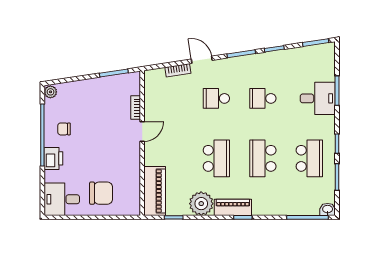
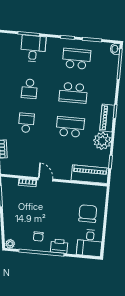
school desk: (216, 98) -> (26, 123), turned 180

